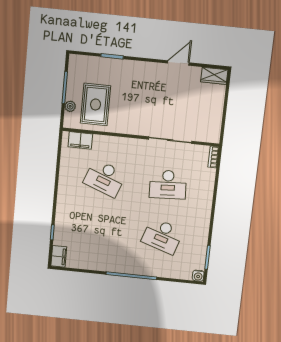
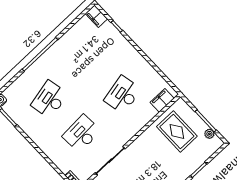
plant: (70, 106) -> (209, 134), moved
desk: (105, 178) -> (123, 95), turned -33
desk: (162, 236) -> (49, 99), turned -30

